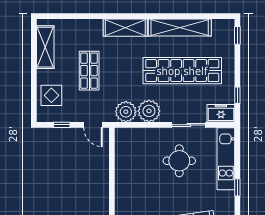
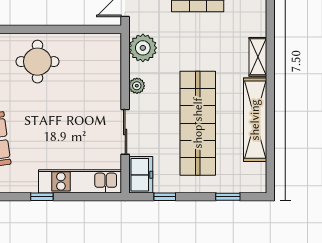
shelving: (125, 28) -> (258, 57), width x0.67, depth x0.75
window: (237, 35) -> (228, 197), moved
plant: (149, 111) -> (137, 86), width x0.53, depth x0.53
round table: (179, 161) -> (37, 62), moved

